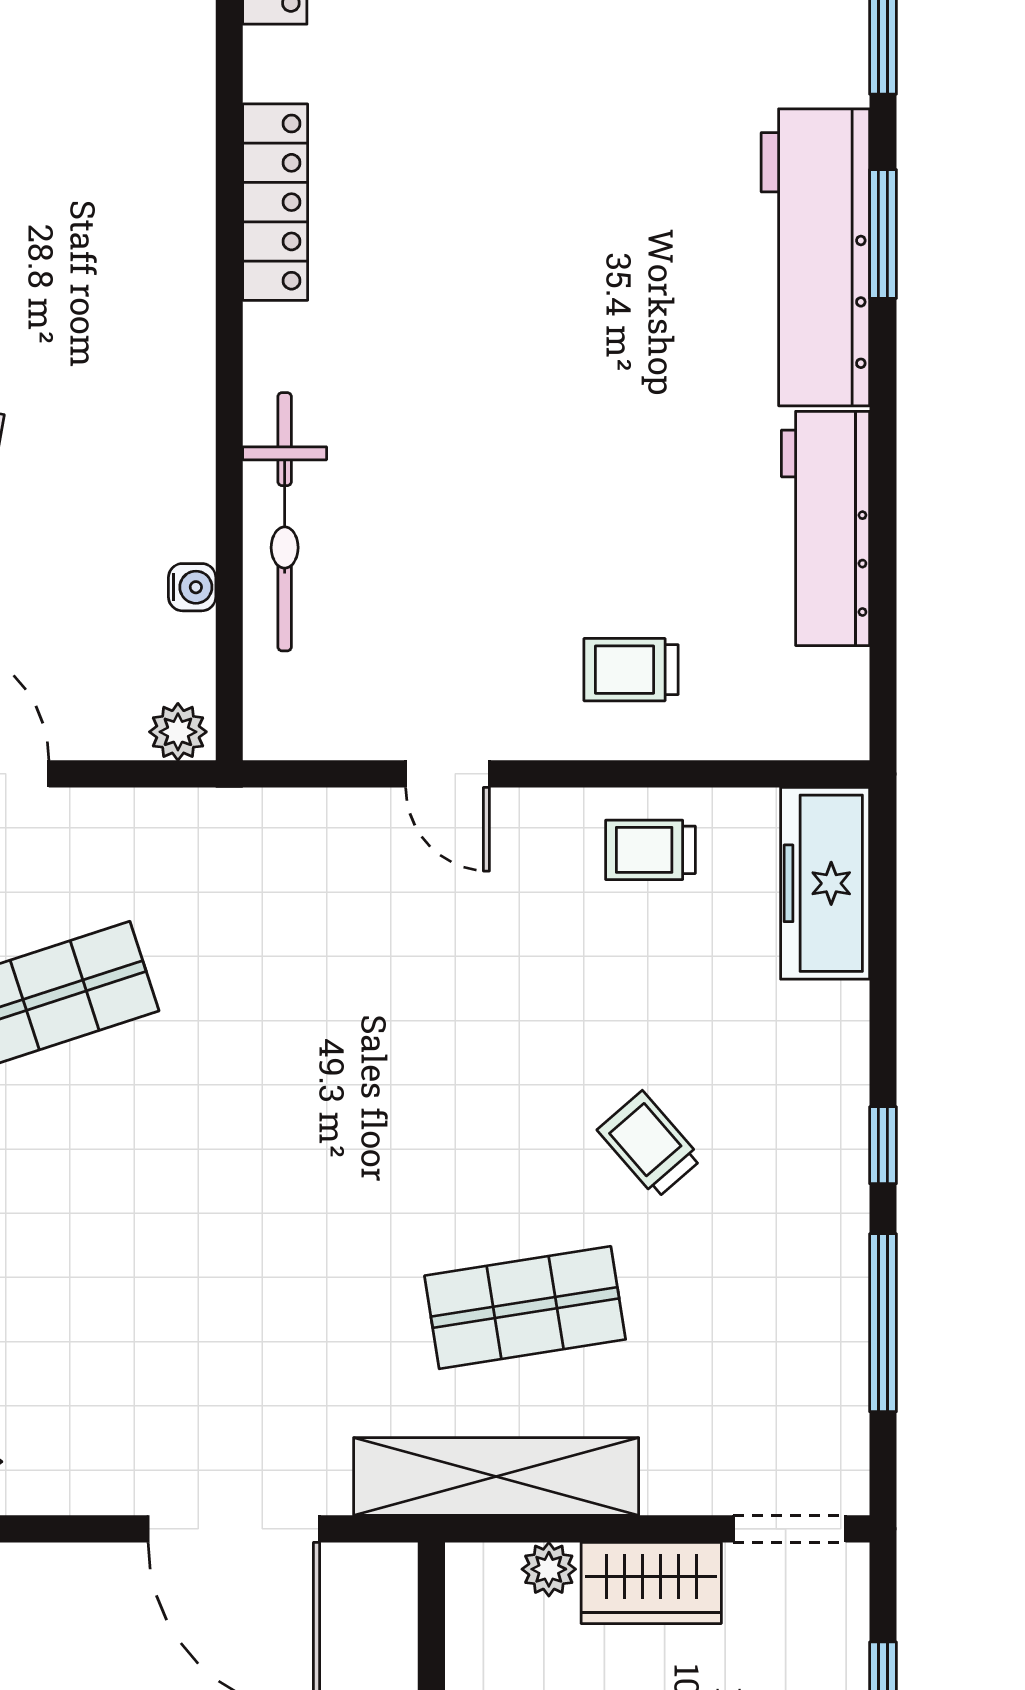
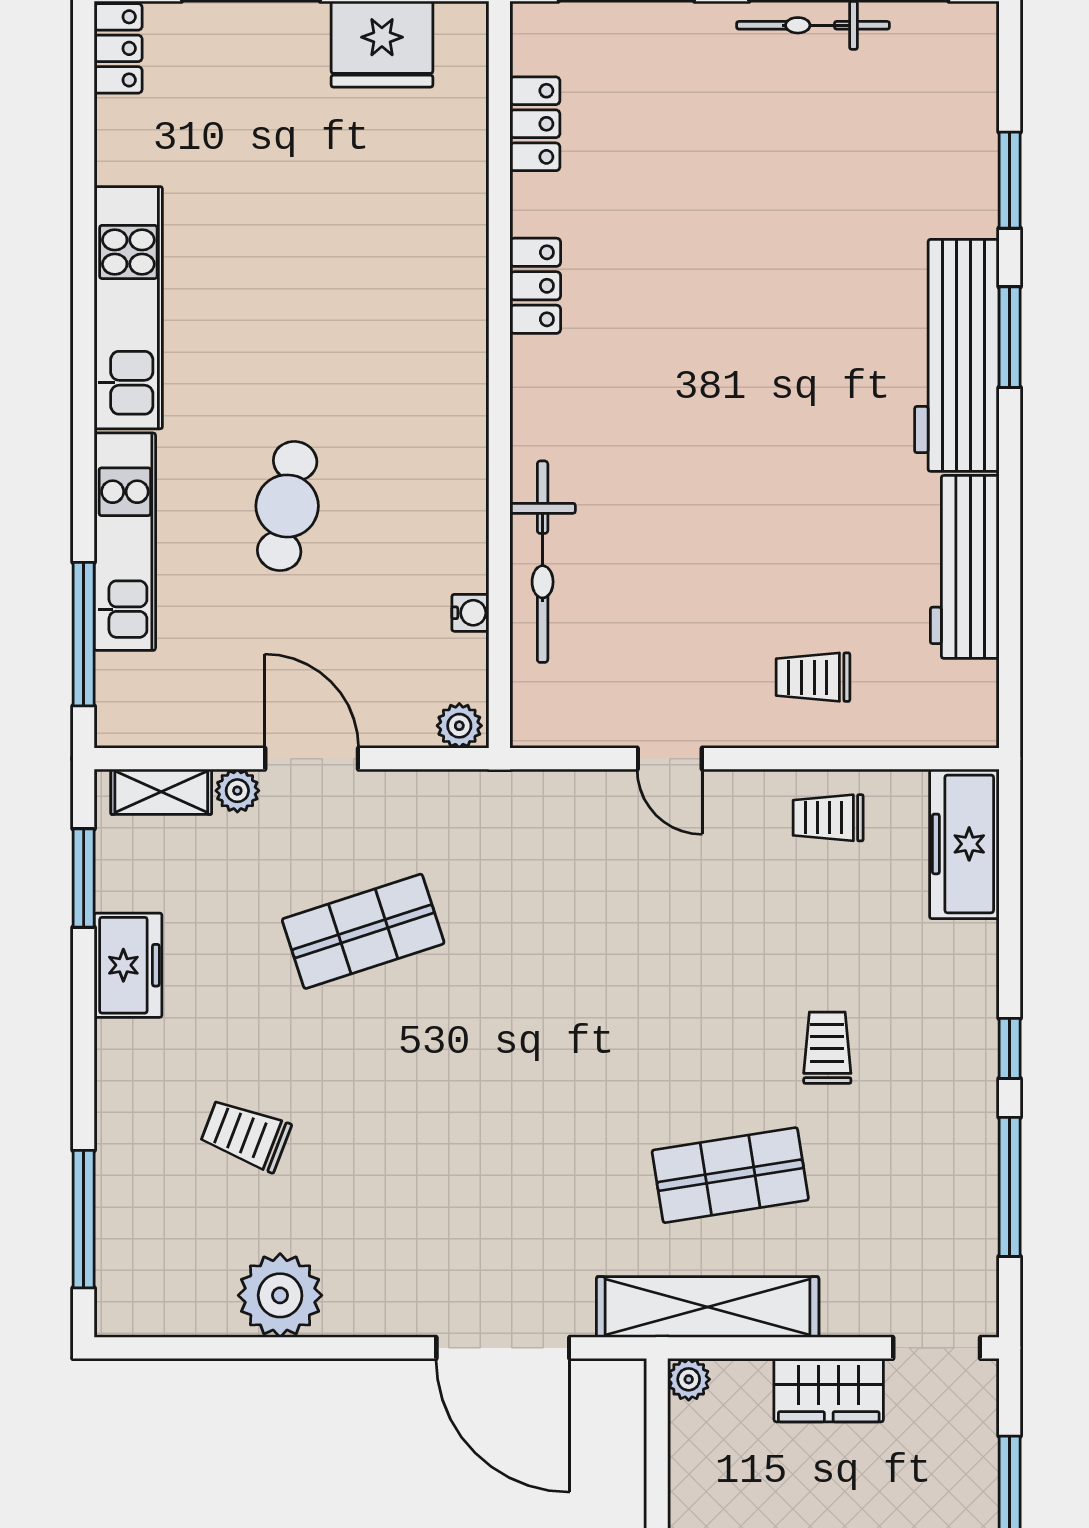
locker: (275, 202) -> (535, 286), width x0.66
trolley: (649, 1144) -> (827, 1048), turned 41
plant: (549, 1569) -> (689, 1379), moved

